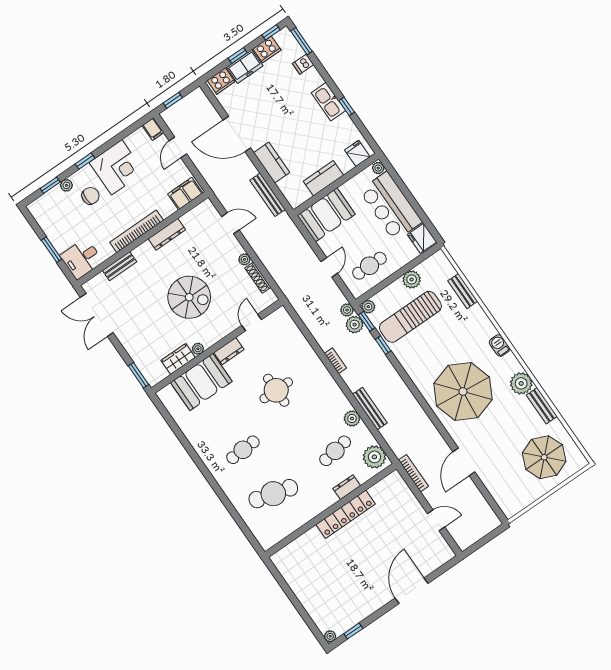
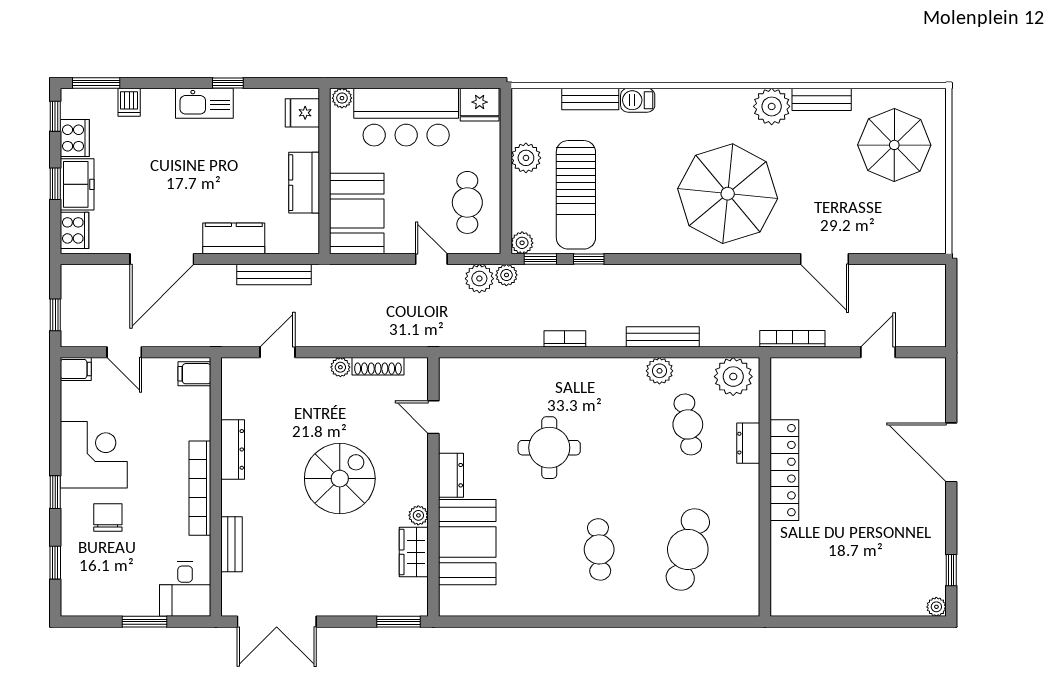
plant: (66, 185) -> (71, 541), removed
filing cabinet: (185, 194) -> (194, 374), width x0.50
plant: (355, 325) -> (479, 279), moved
barbecue: (500, 345) -> (638, 100), moved

